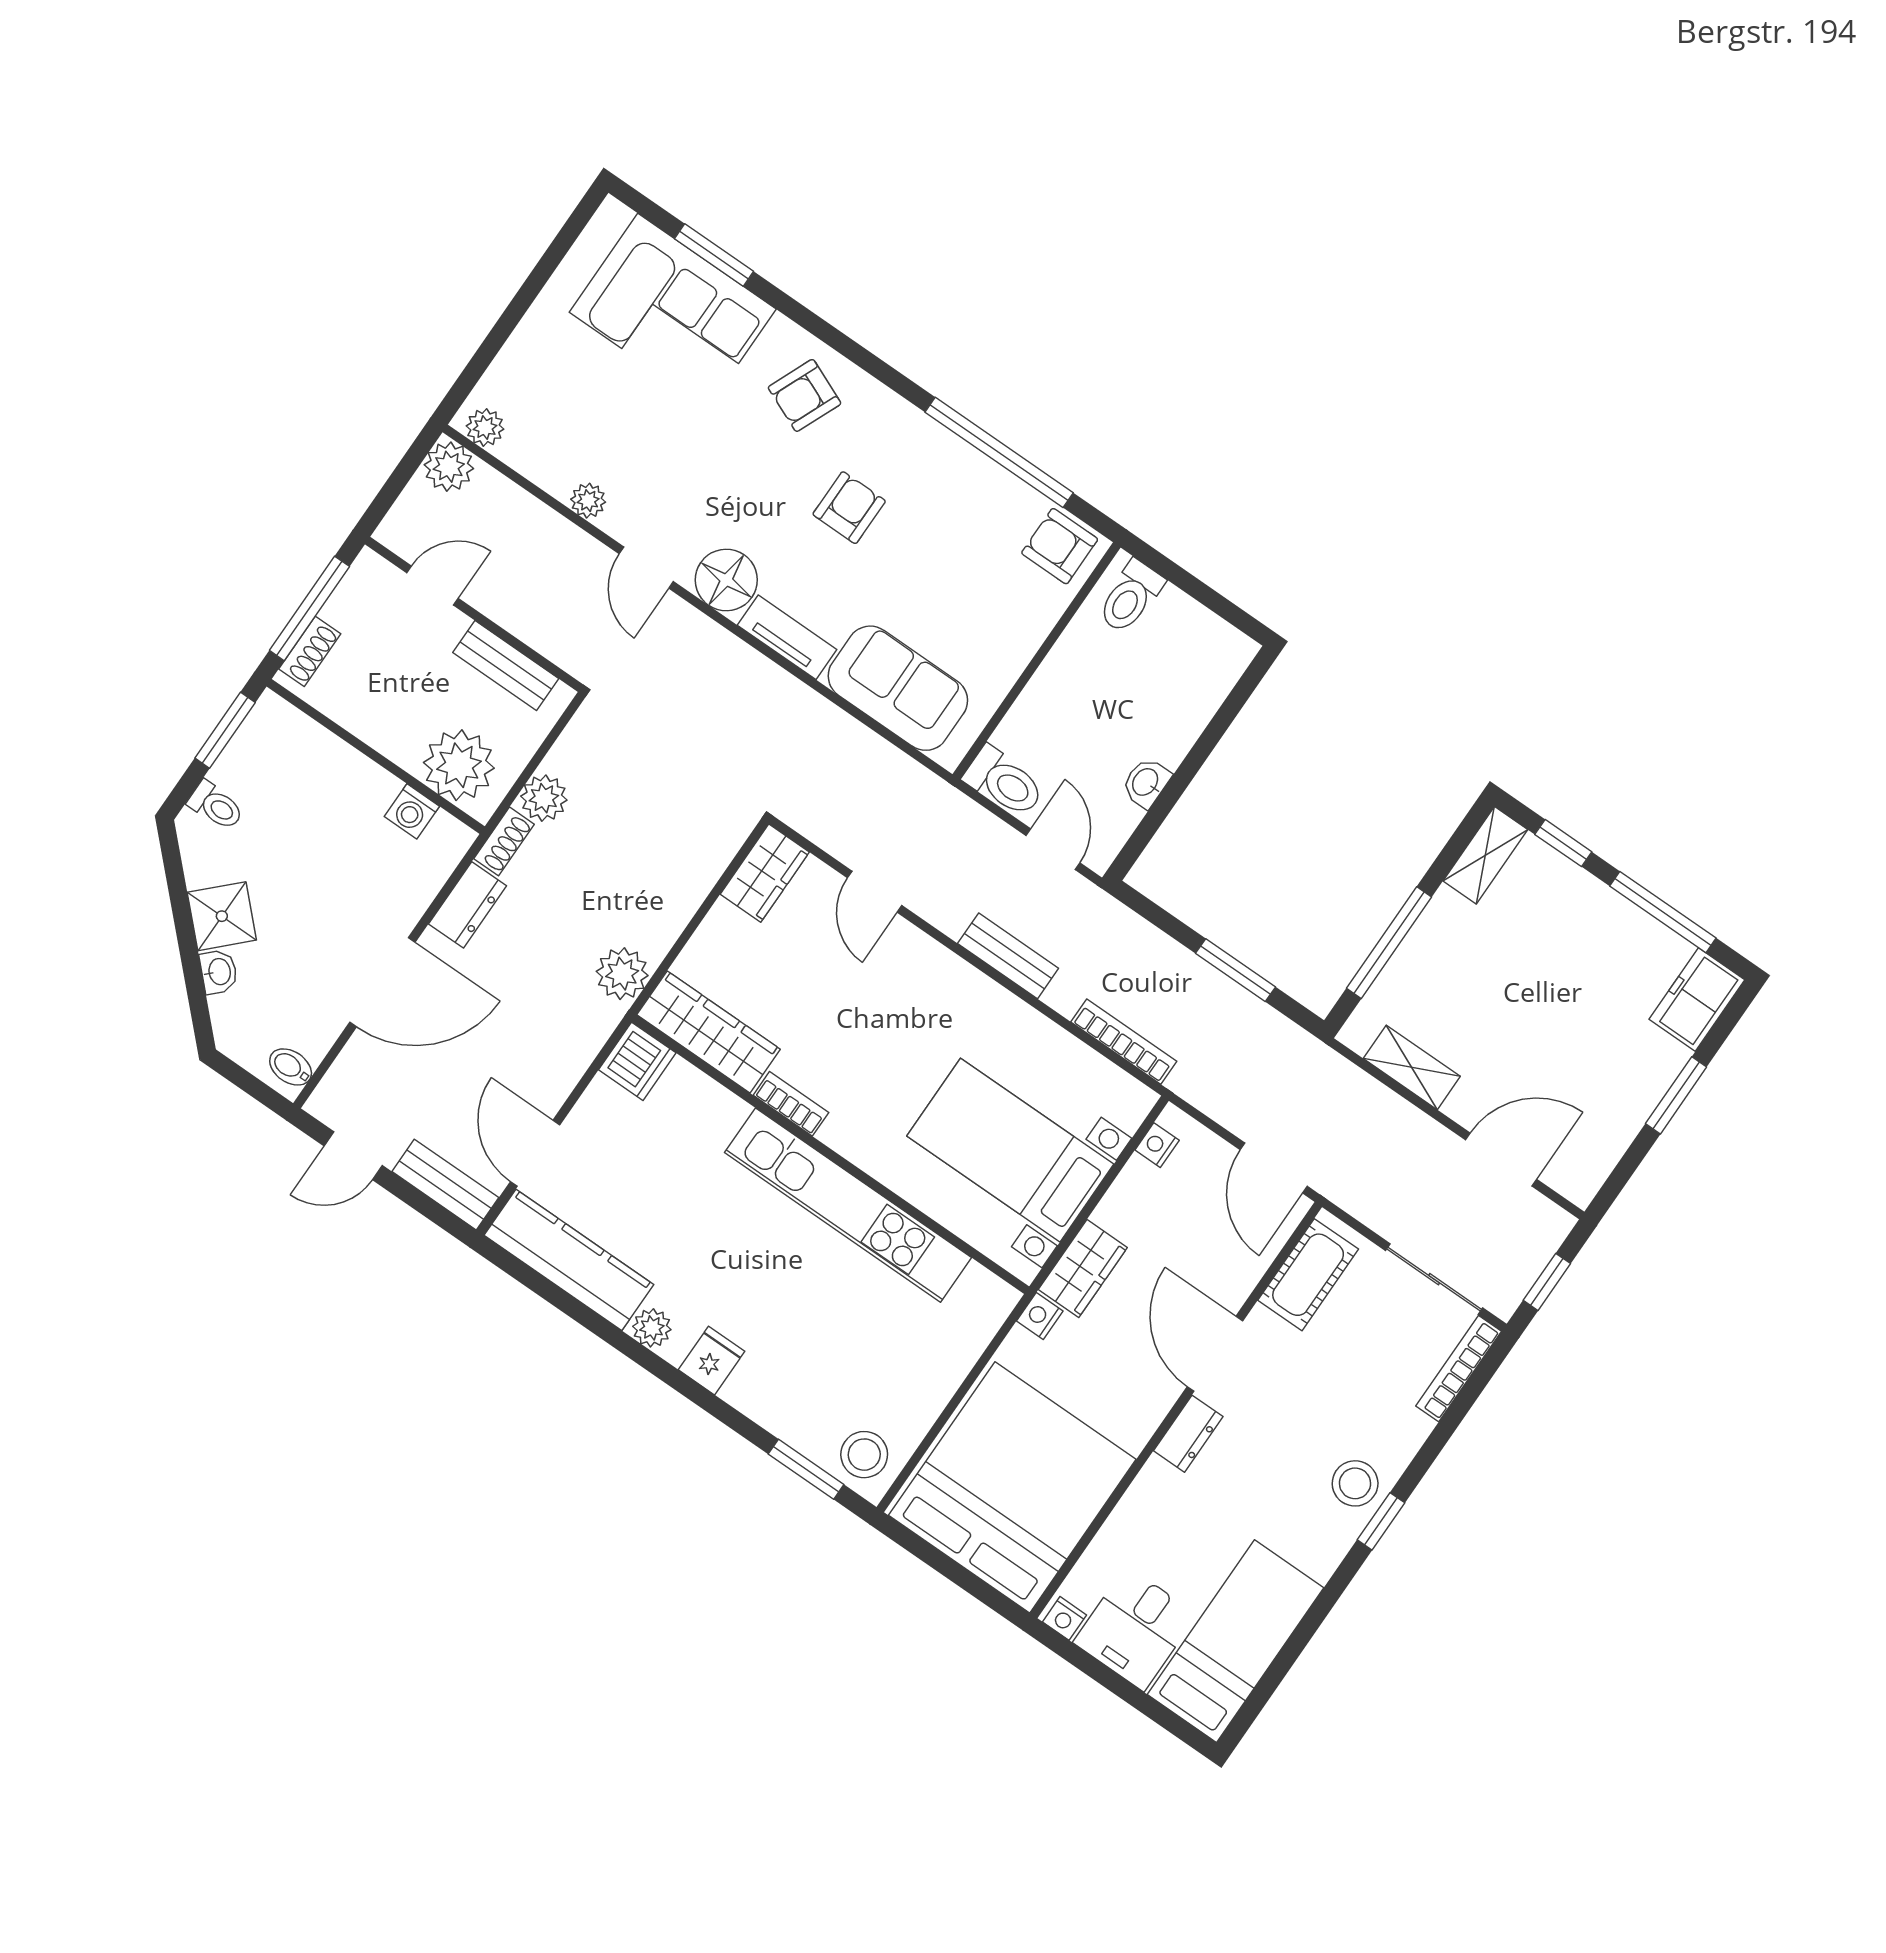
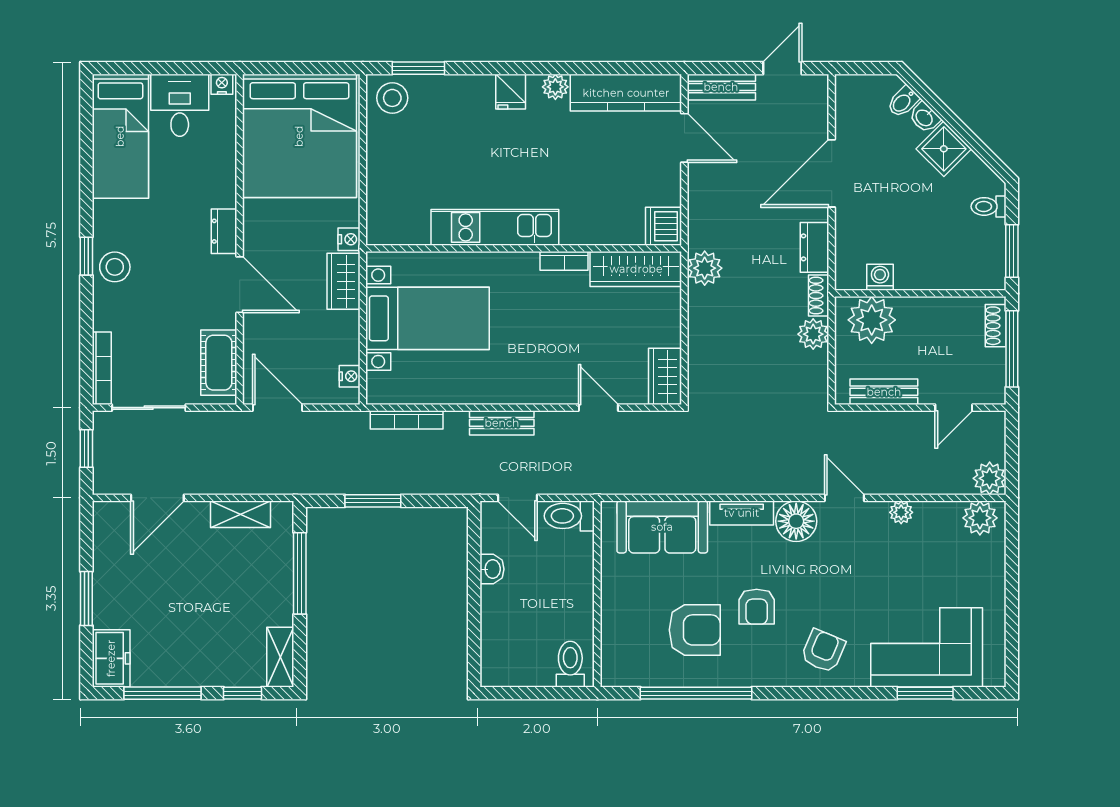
plant: (485, 427) -> (980, 518), width x1.38, depth x1.38
armchair: (1060, 546) -> (695, 630), moved, width x1.38, depth x1.38
bidet: (291, 1067) -> (903, 102), moved, turned 135
kitchen unit: (848, 1205) -> (495, 227), width x0.73

